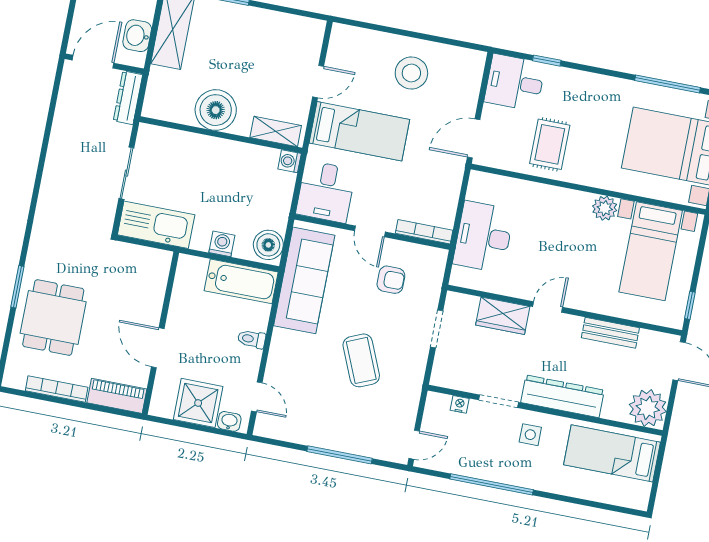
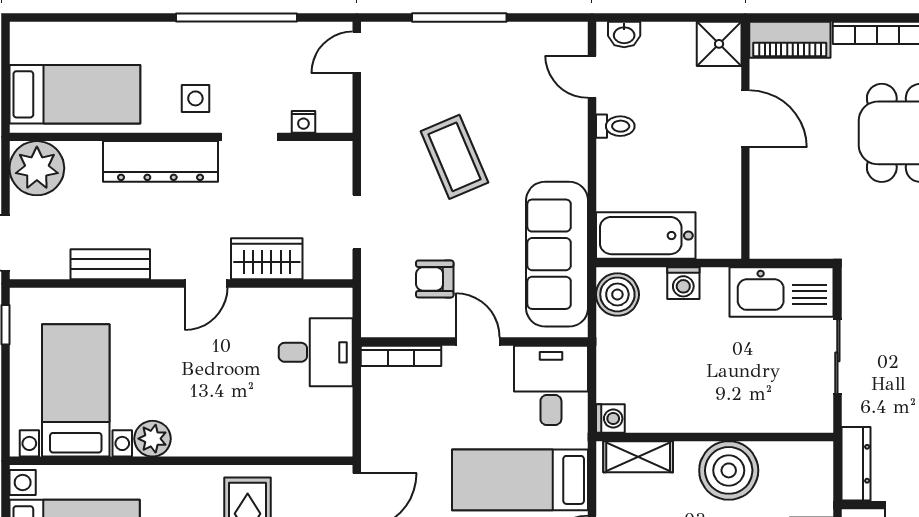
desk: (484, 237) -> (316, 352), width x0.73
toilet: (252, 339) -> (615, 126), moved
shower: (198, 403) -> (719, 44), moved, width x0.73, depth x0.73

